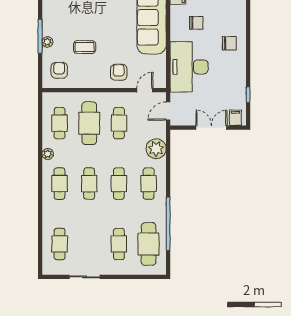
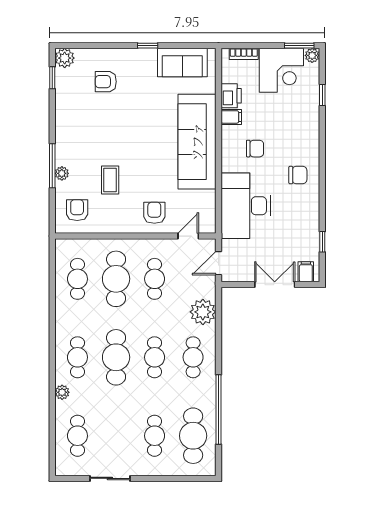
coffee table: (85, 47) -> (110, 180), turned 90
plant: (48, 154) -> (62, 392), moved
cafe table: (89, 184) -> (116, 357), width x1.37, depth x1.35

